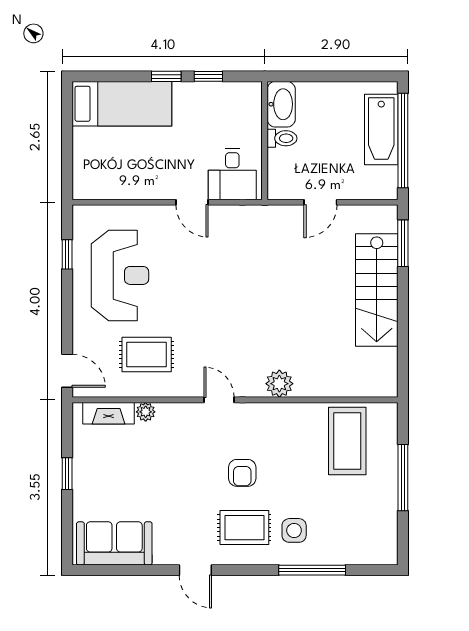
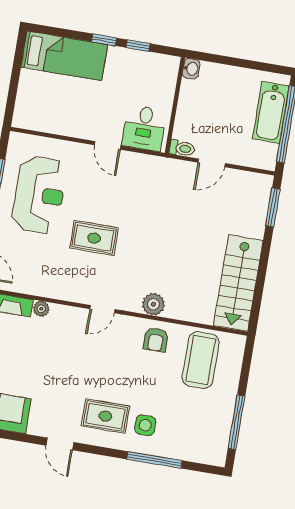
washbasin: (281, 104) -> (191, 69), width x0.52, depth x0.69
toilet: (282, 138) -> (182, 148), moved
stairs: (377, 290) -> (238, 283), moved
rug: (147, 354) -> (94, 238), moved
door: (219, 400) -> (102, 309), swing flipped
armchair: (242, 473) -> (156, 340), moved
window: (403, 478) -> (237, 422), moved

